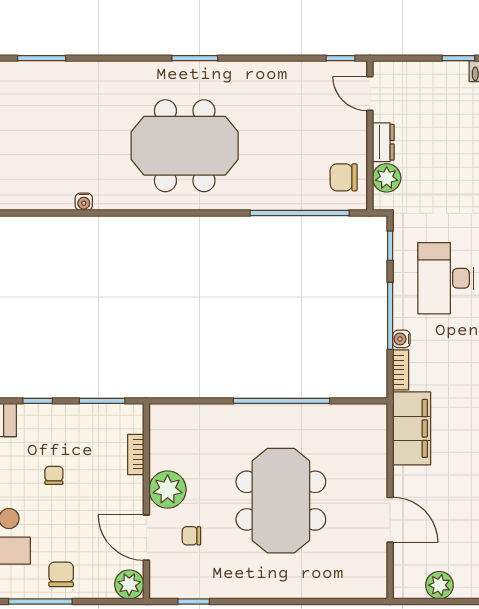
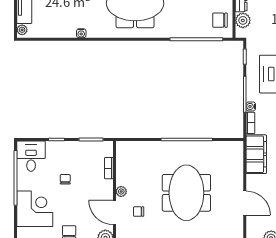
plant: (168, 490) -> (121, 191), width x0.53, depth x0.53

